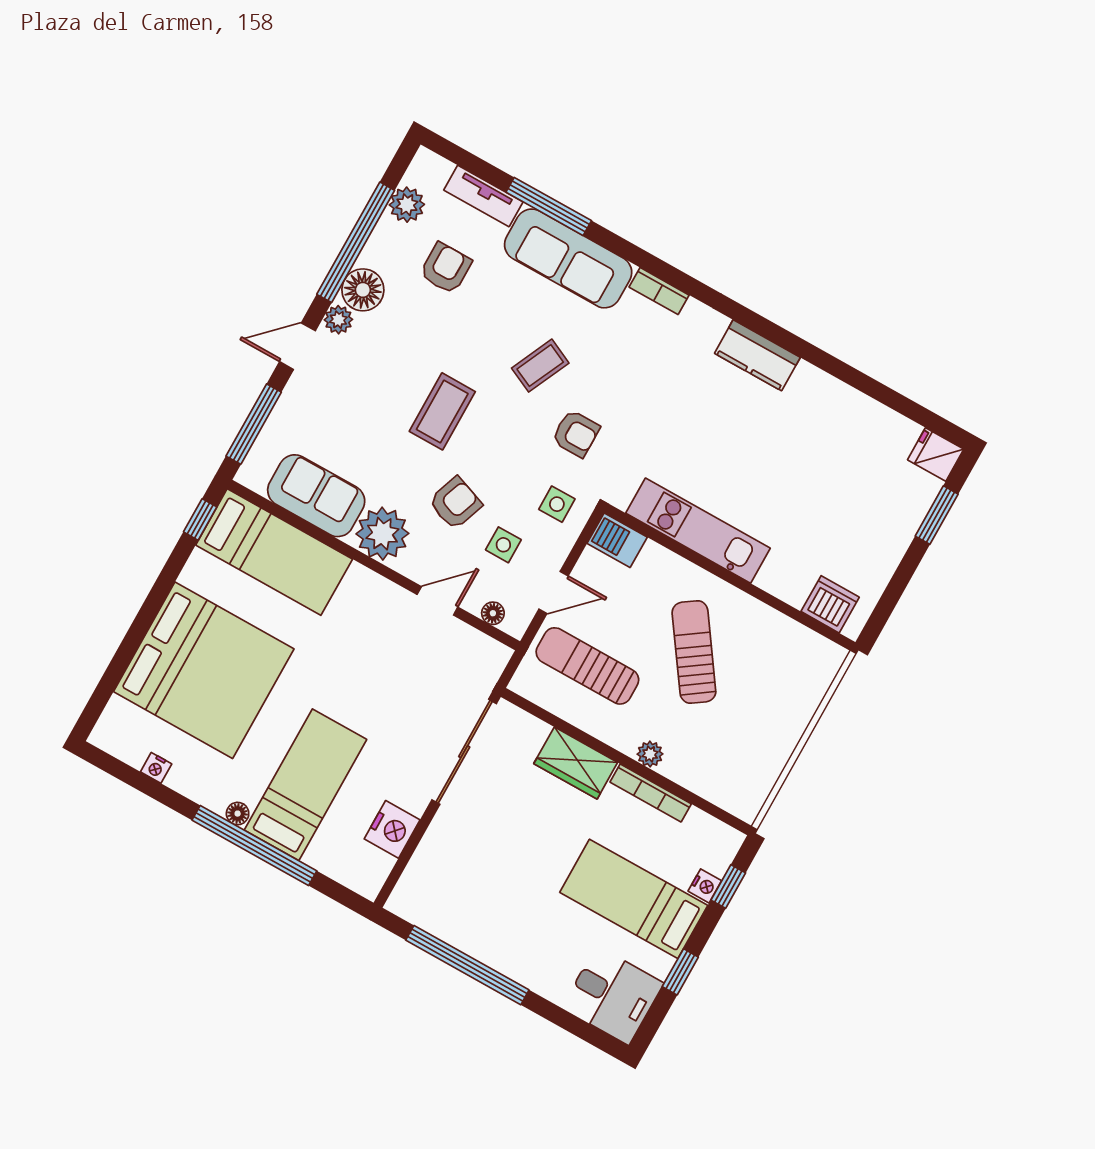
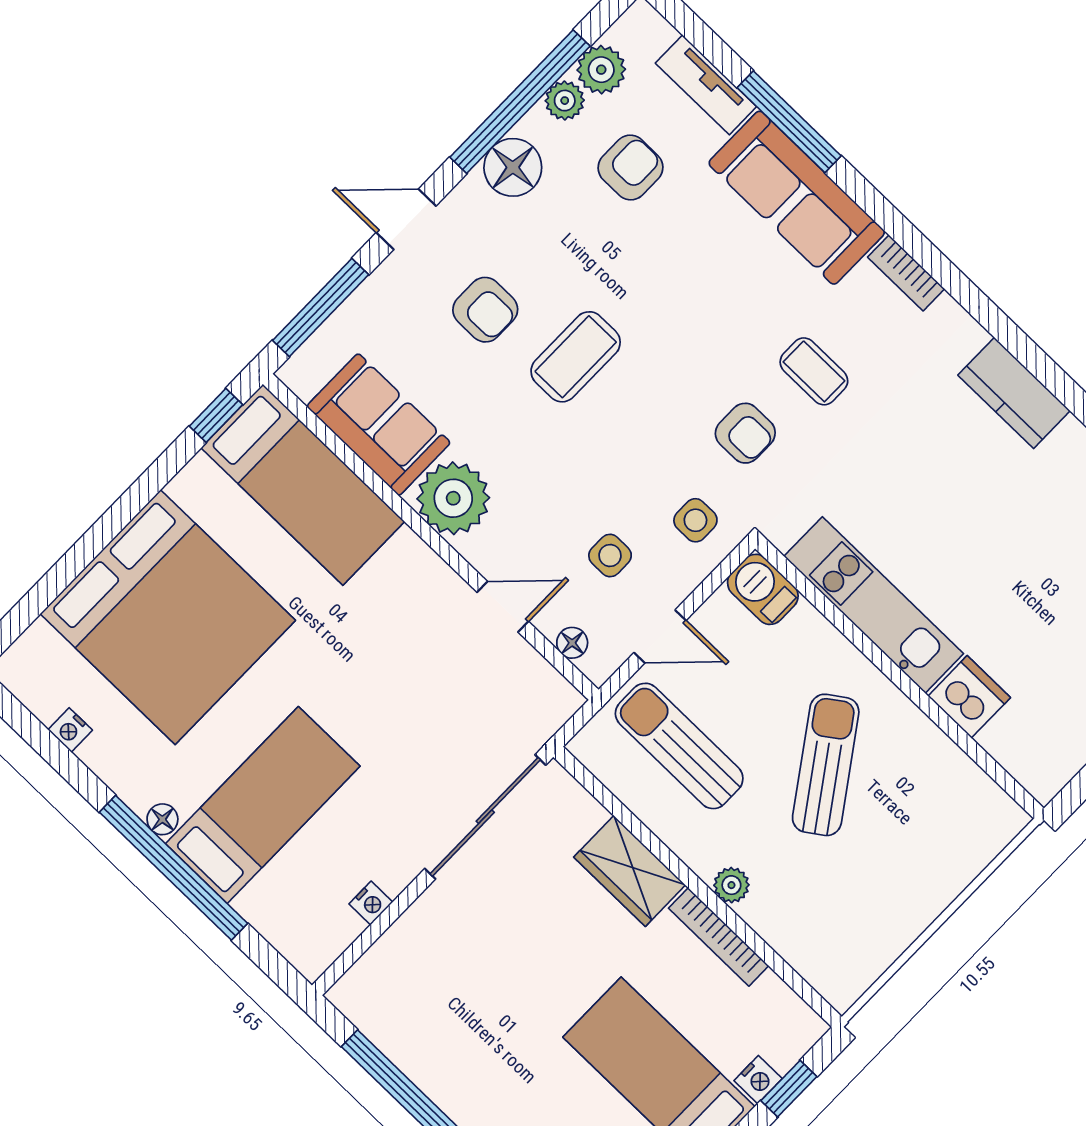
plant: (338, 320) -> (565, 101), moved
coffee table: (540, 366) -> (814, 371), moved, turned 65
armchair: (455, 503) -> (485, 310), moved, turned 70
dishwasher: (830, 604) -> (969, 697), moved
nightstand: (392, 829) -> (371, 903), width x0.53, depth x0.56

